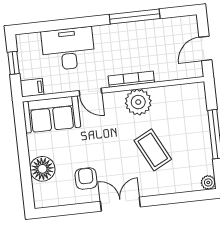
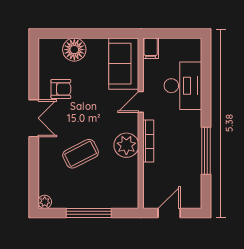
door: (205, 49) -> (169, 213), hinge flipped
window: (13, 63) -> (175, 34), removed

